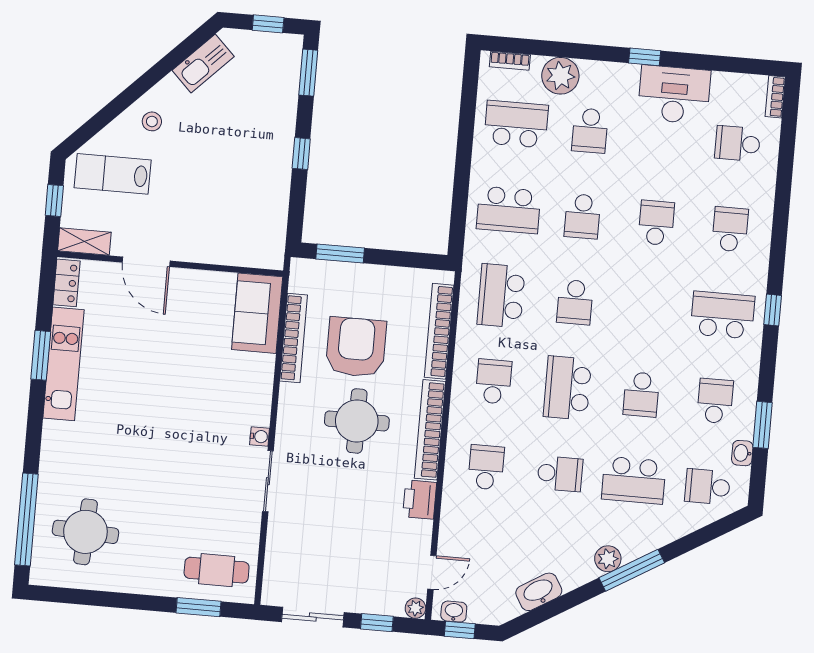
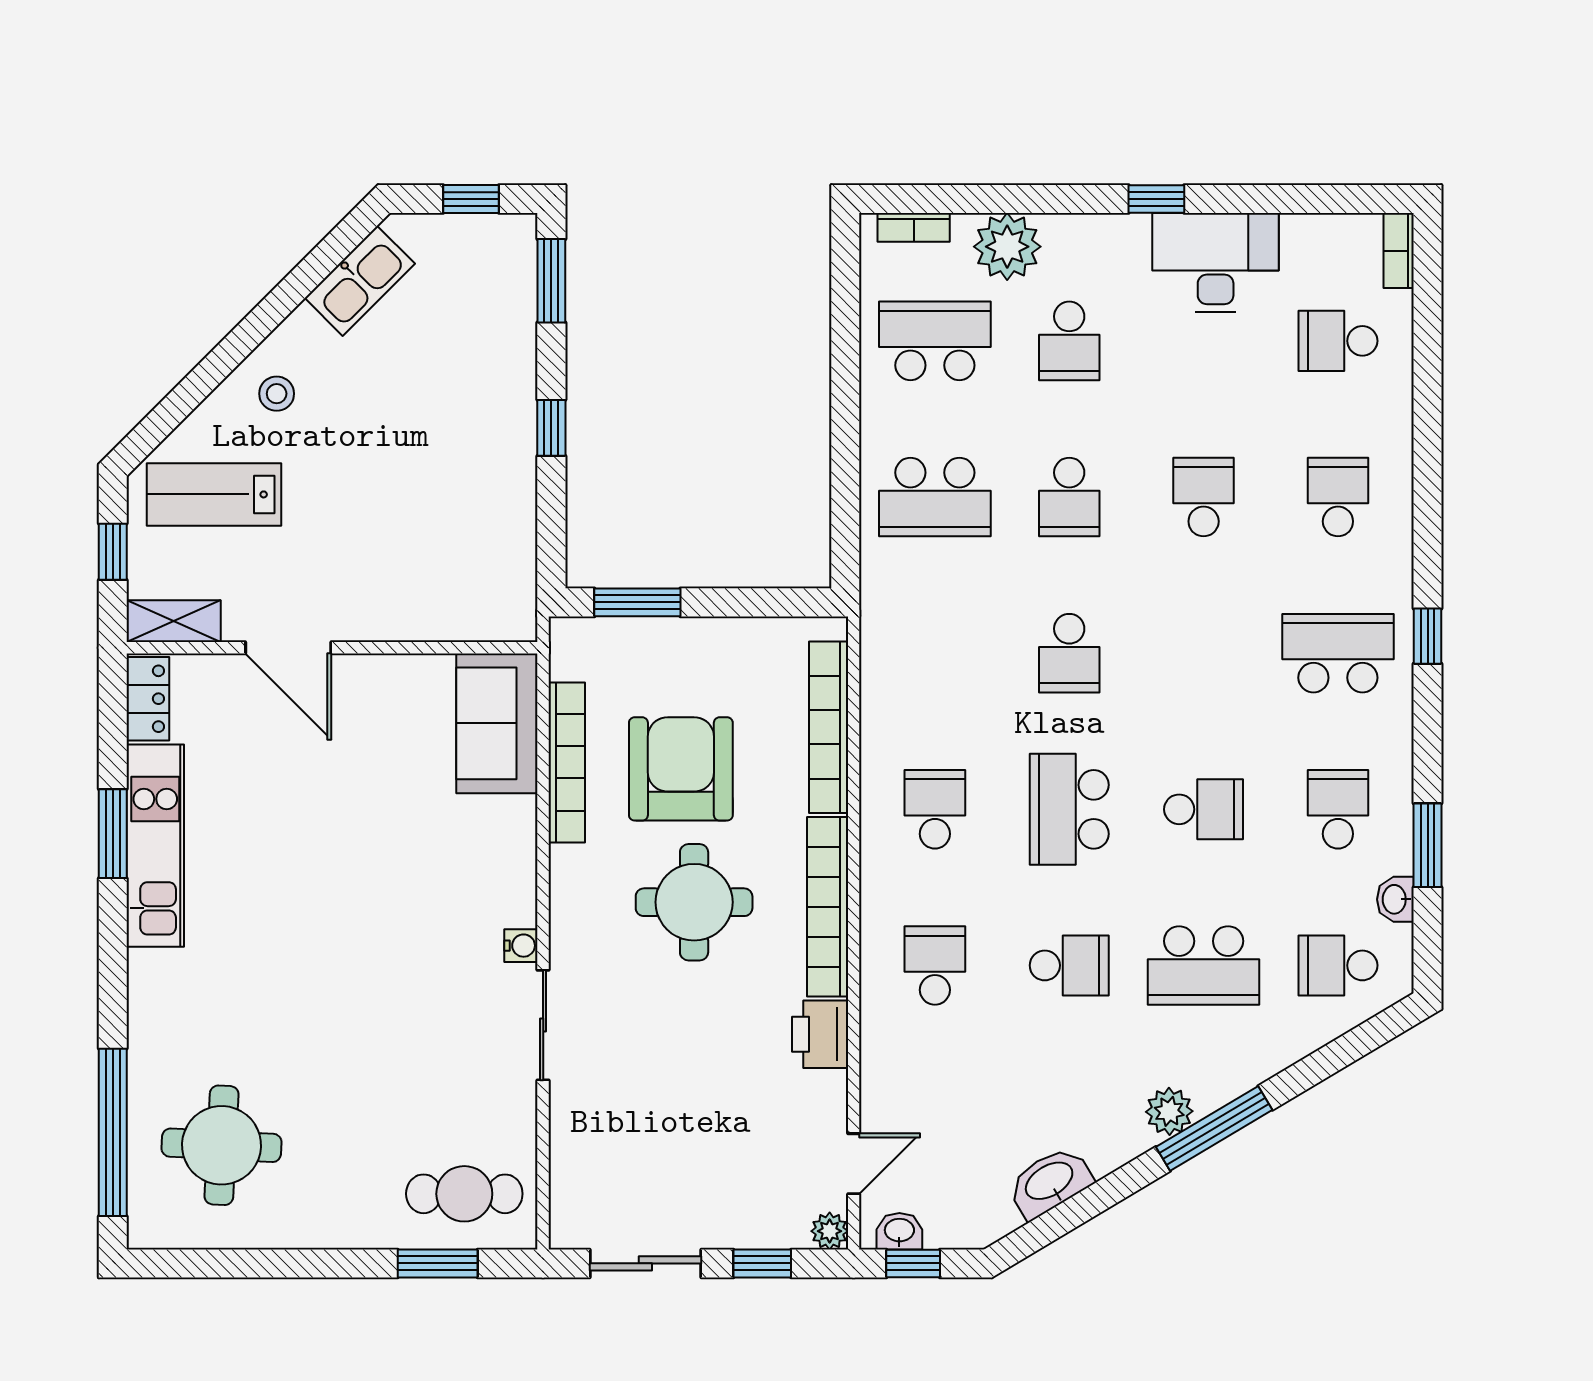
school desk: (501, 296) -> (935, 653), removed
school desk: (641, 394) -> (1204, 809), turned -90

